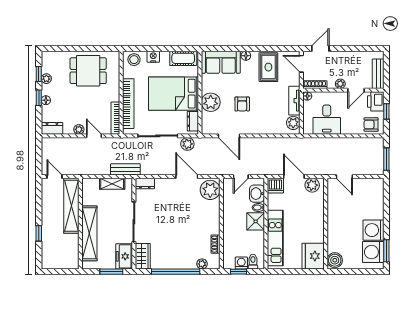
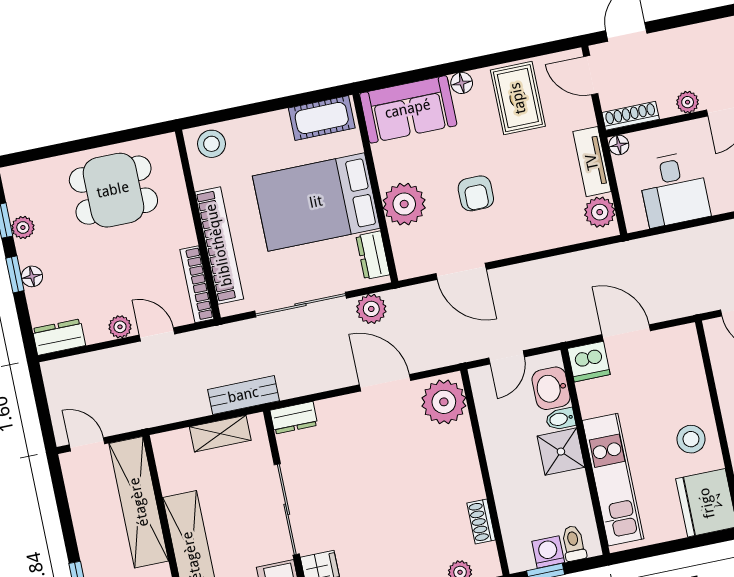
nightstand: (153, 57) -> (254, 128), removed
plant: (312, 185) -> (671, 344), removed
stool: (312, 228) -> (691, 439), added

